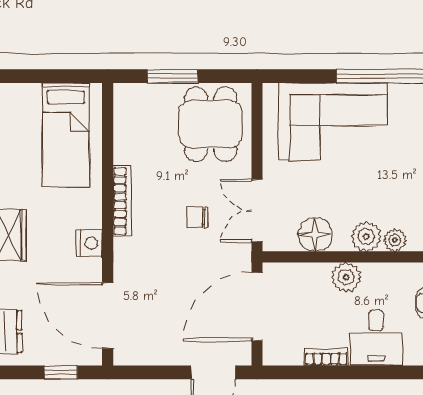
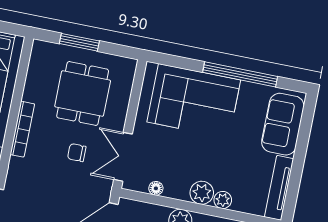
dining table: (211, 124) -> (83, 93), moved
floor lamp: (315, 234) -> (156, 188), width x0.53, depth x0.53

